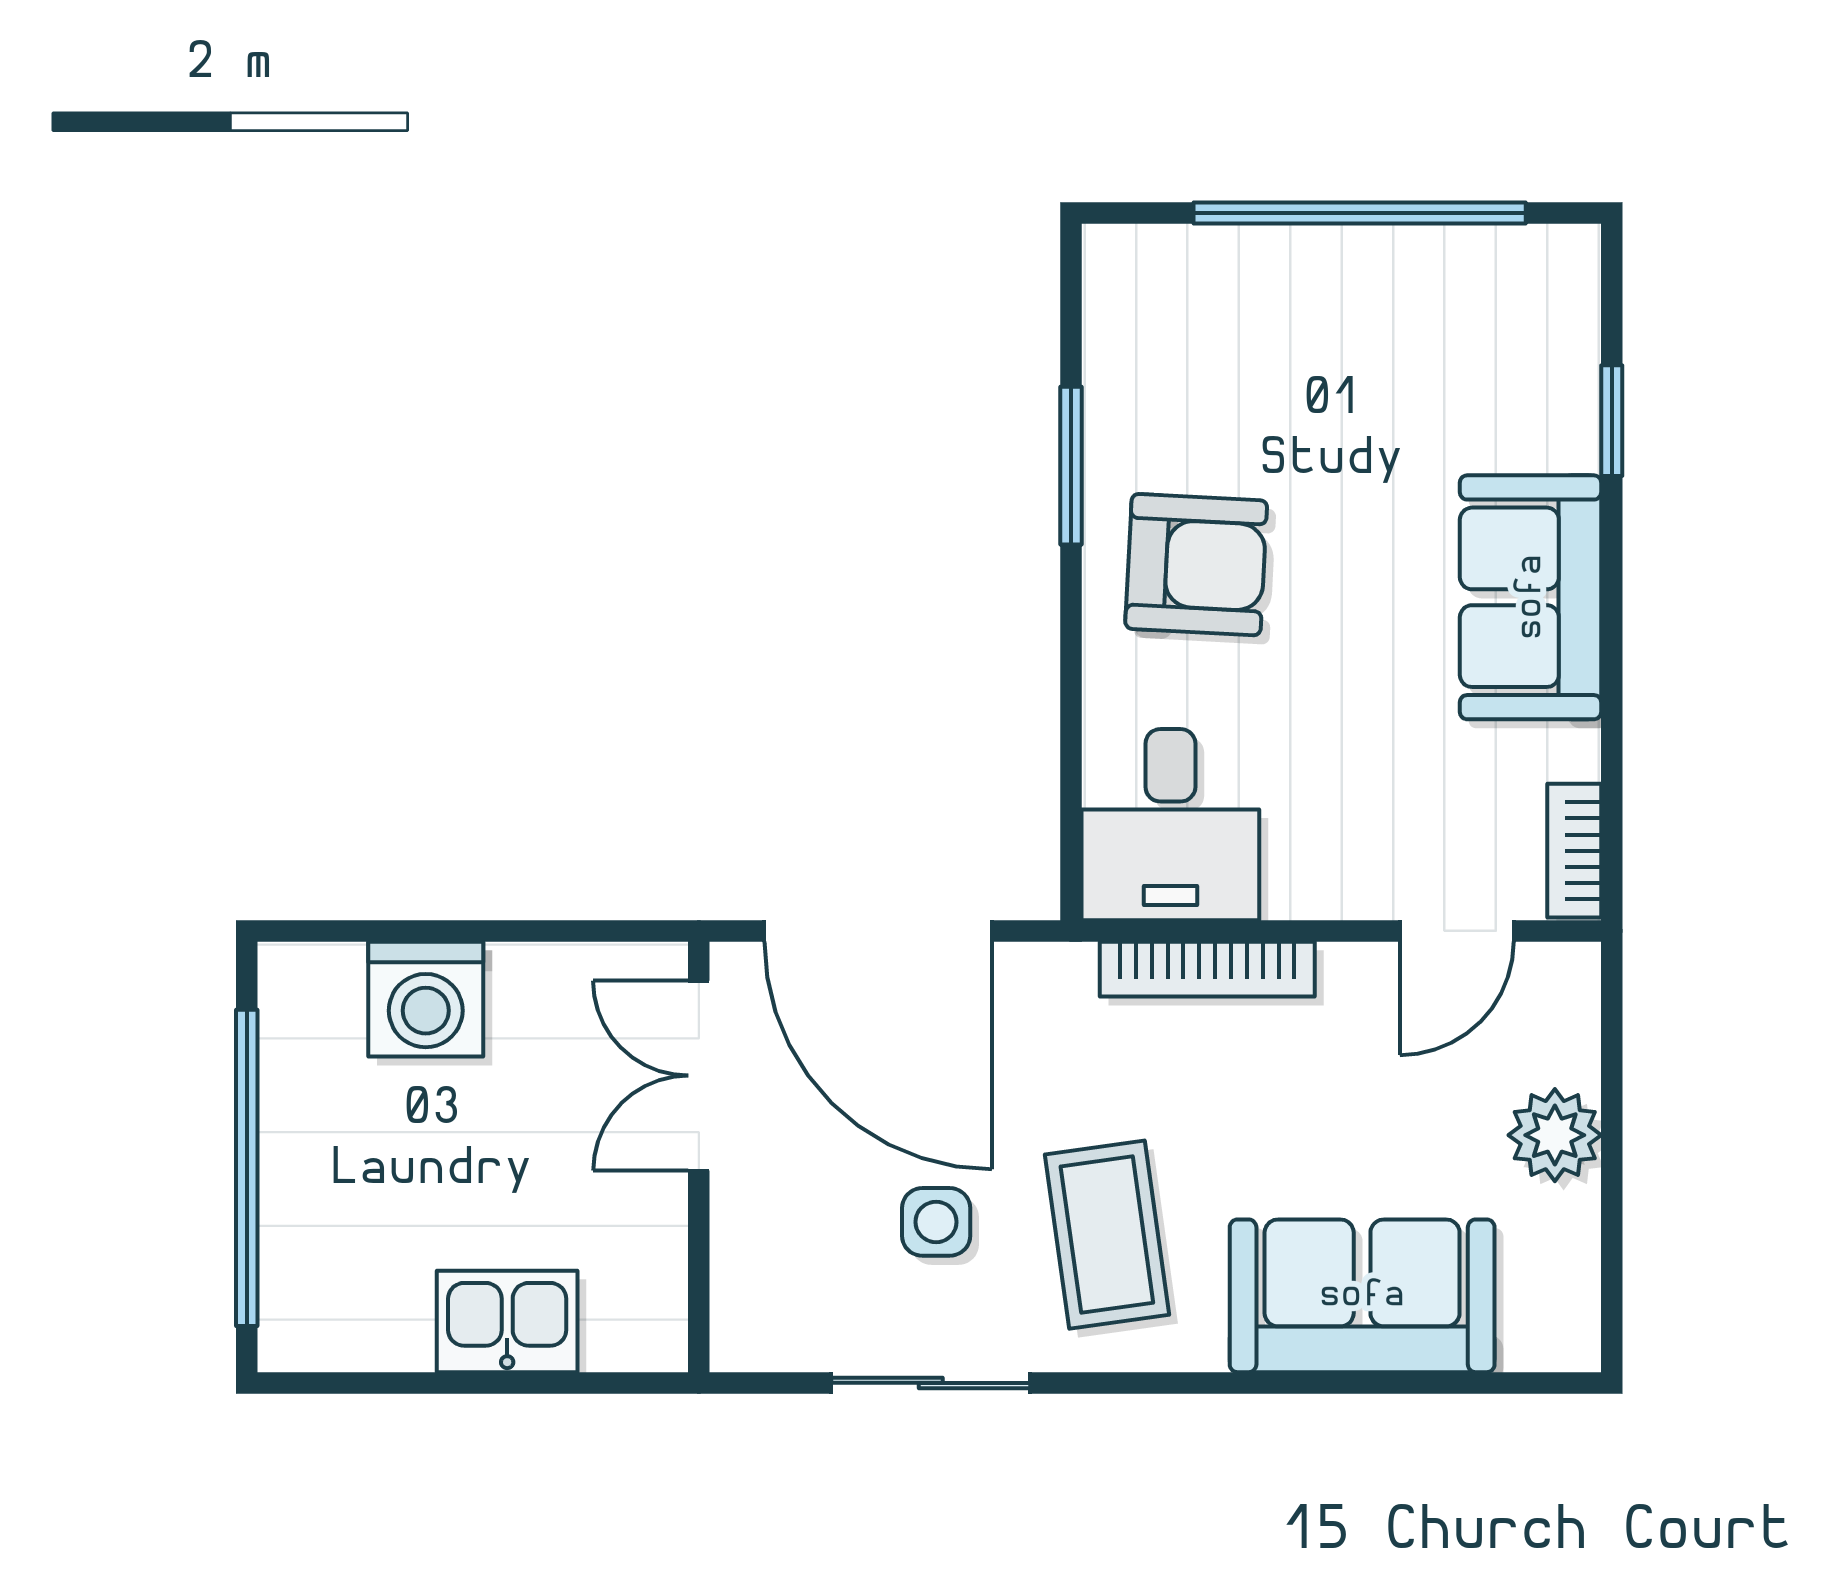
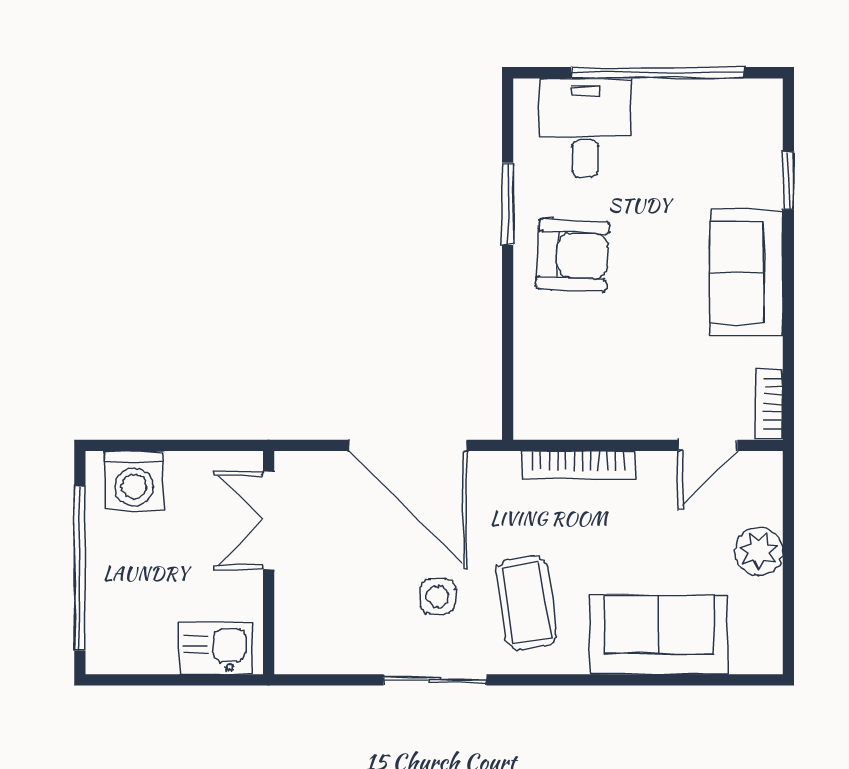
desk: (1170, 825) -> (585, 128), moved, turned 180
washing machine: (426, 999) -> (134, 481), moved
double door: (699, 1076) -> (269, 520), moved
wall: (699, 1157) -> (269, 563), moved

